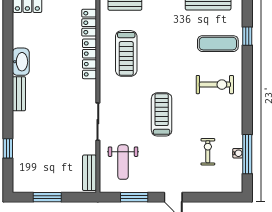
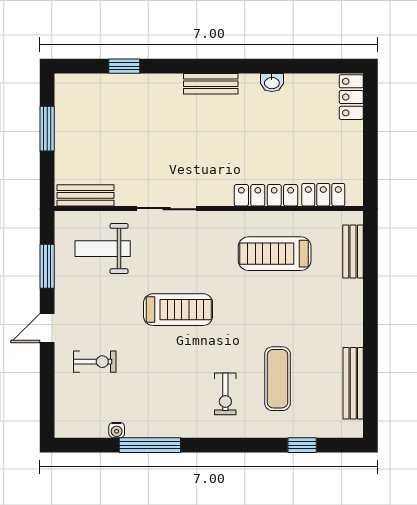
exercise mat: (218, 44) -> (277, 379), moved
washbasin: (21, 62) -> (272, 83), width x0.52, depth x0.69
exercise bike: (215, 85) -> (225, 394), width x0.73, depth x0.72
exercise bike: (208, 152) -> (95, 362), moved
window: (247, 154) -> (150, 445), moved

